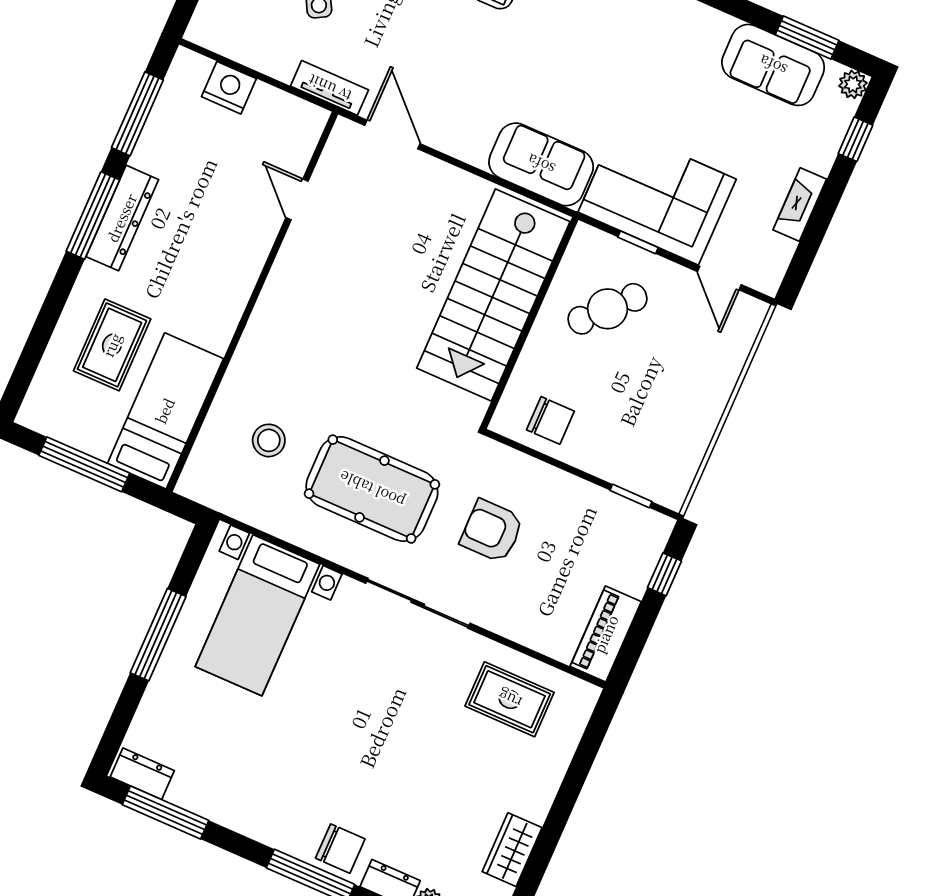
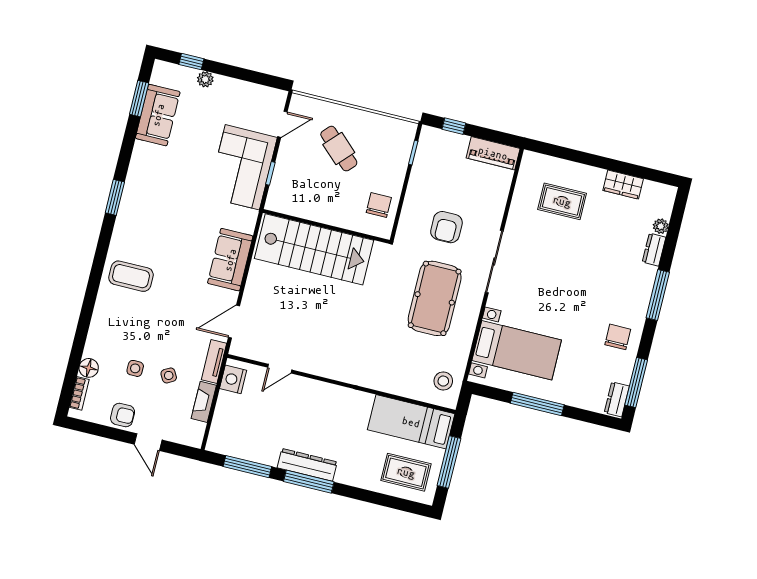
plant: (853, 84) -> (205, 79), moved
nightstand: (229, 88) -> (233, 379), moved
sofa: (541, 164) -> (230, 260), moved
fireplace: (800, 205) -> (204, 402), moved, turned 90
cafe table: (607, 309) -> (339, 149), moved
rug: (112, 345) -> (406, 472), moved
stool: (269, 440) -> (443, 381), moved
rug: (510, 699) -> (562, 201), moved, turned 90
chair: (340, 849) -> (618, 337), moved

